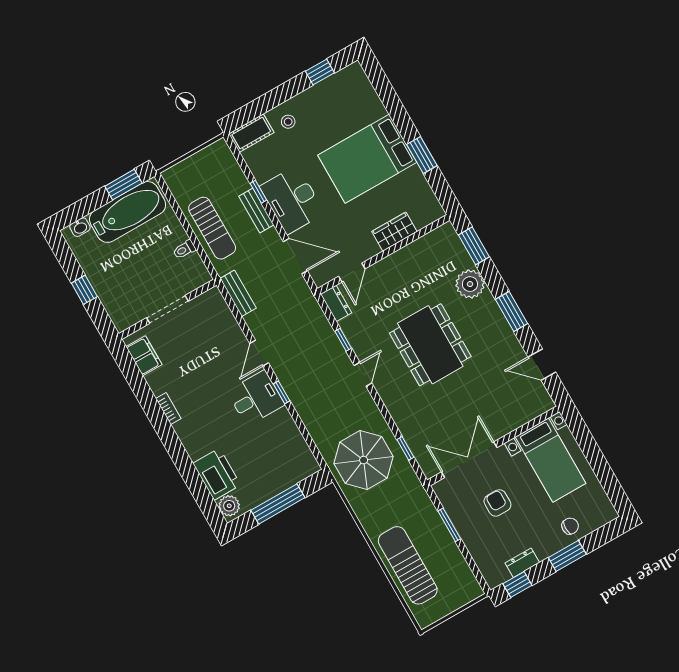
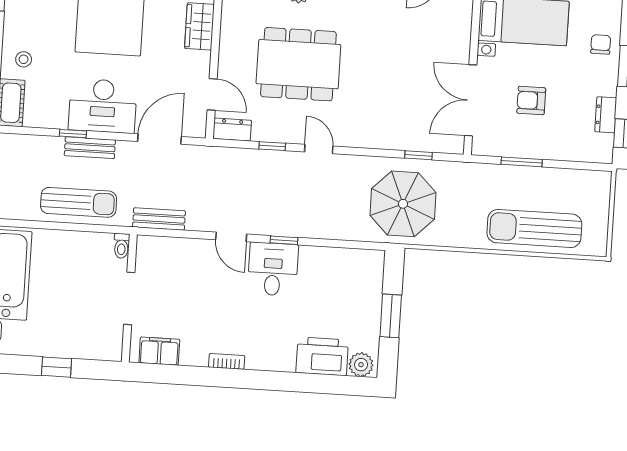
toilet: (184, 250) -> (121, 246), moved
dining table: (430, 345) -> (298, 64), moved
window: (278, 504) -> (391, 316), width x0.69

